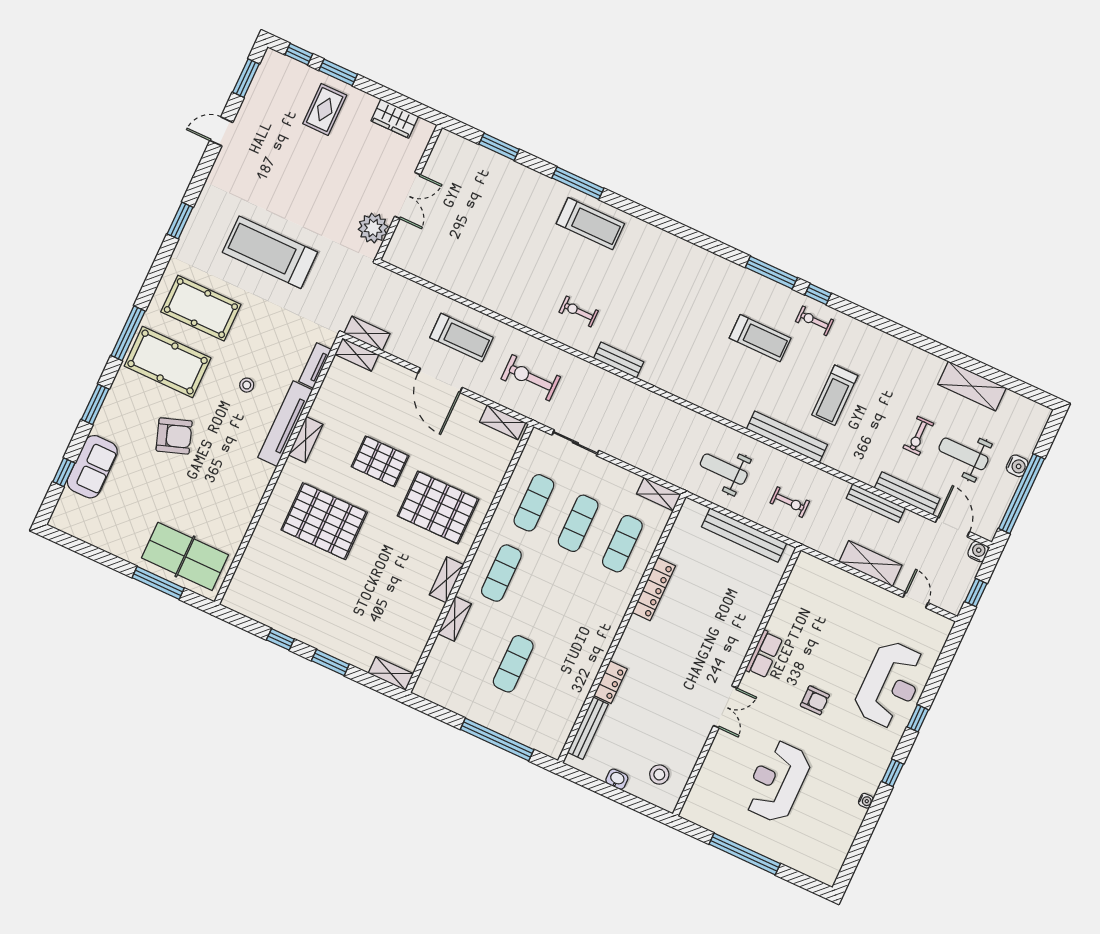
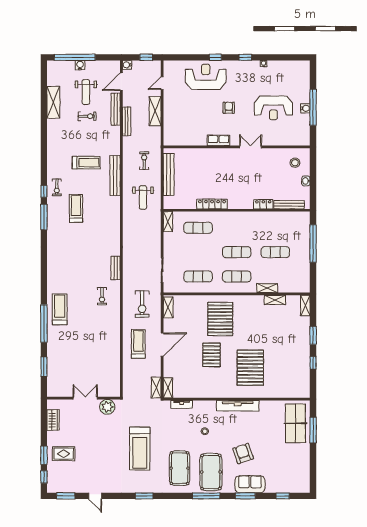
window: (578, 183) -> (44, 323), width x1.46
tv unit: (285, 424) -> (238, 406), moved
shelving: (306, 440) -> (217, 393), removed
sofa: (92, 467) -> (250, 484), moved
window: (1022, 494) -> (75, 57), moved
exercise mat: (578, 523) -> (237, 252), moved
shelving: (447, 580) -> (275, 300), moved
water cooler: (750, 839) -> (305, 108), added

